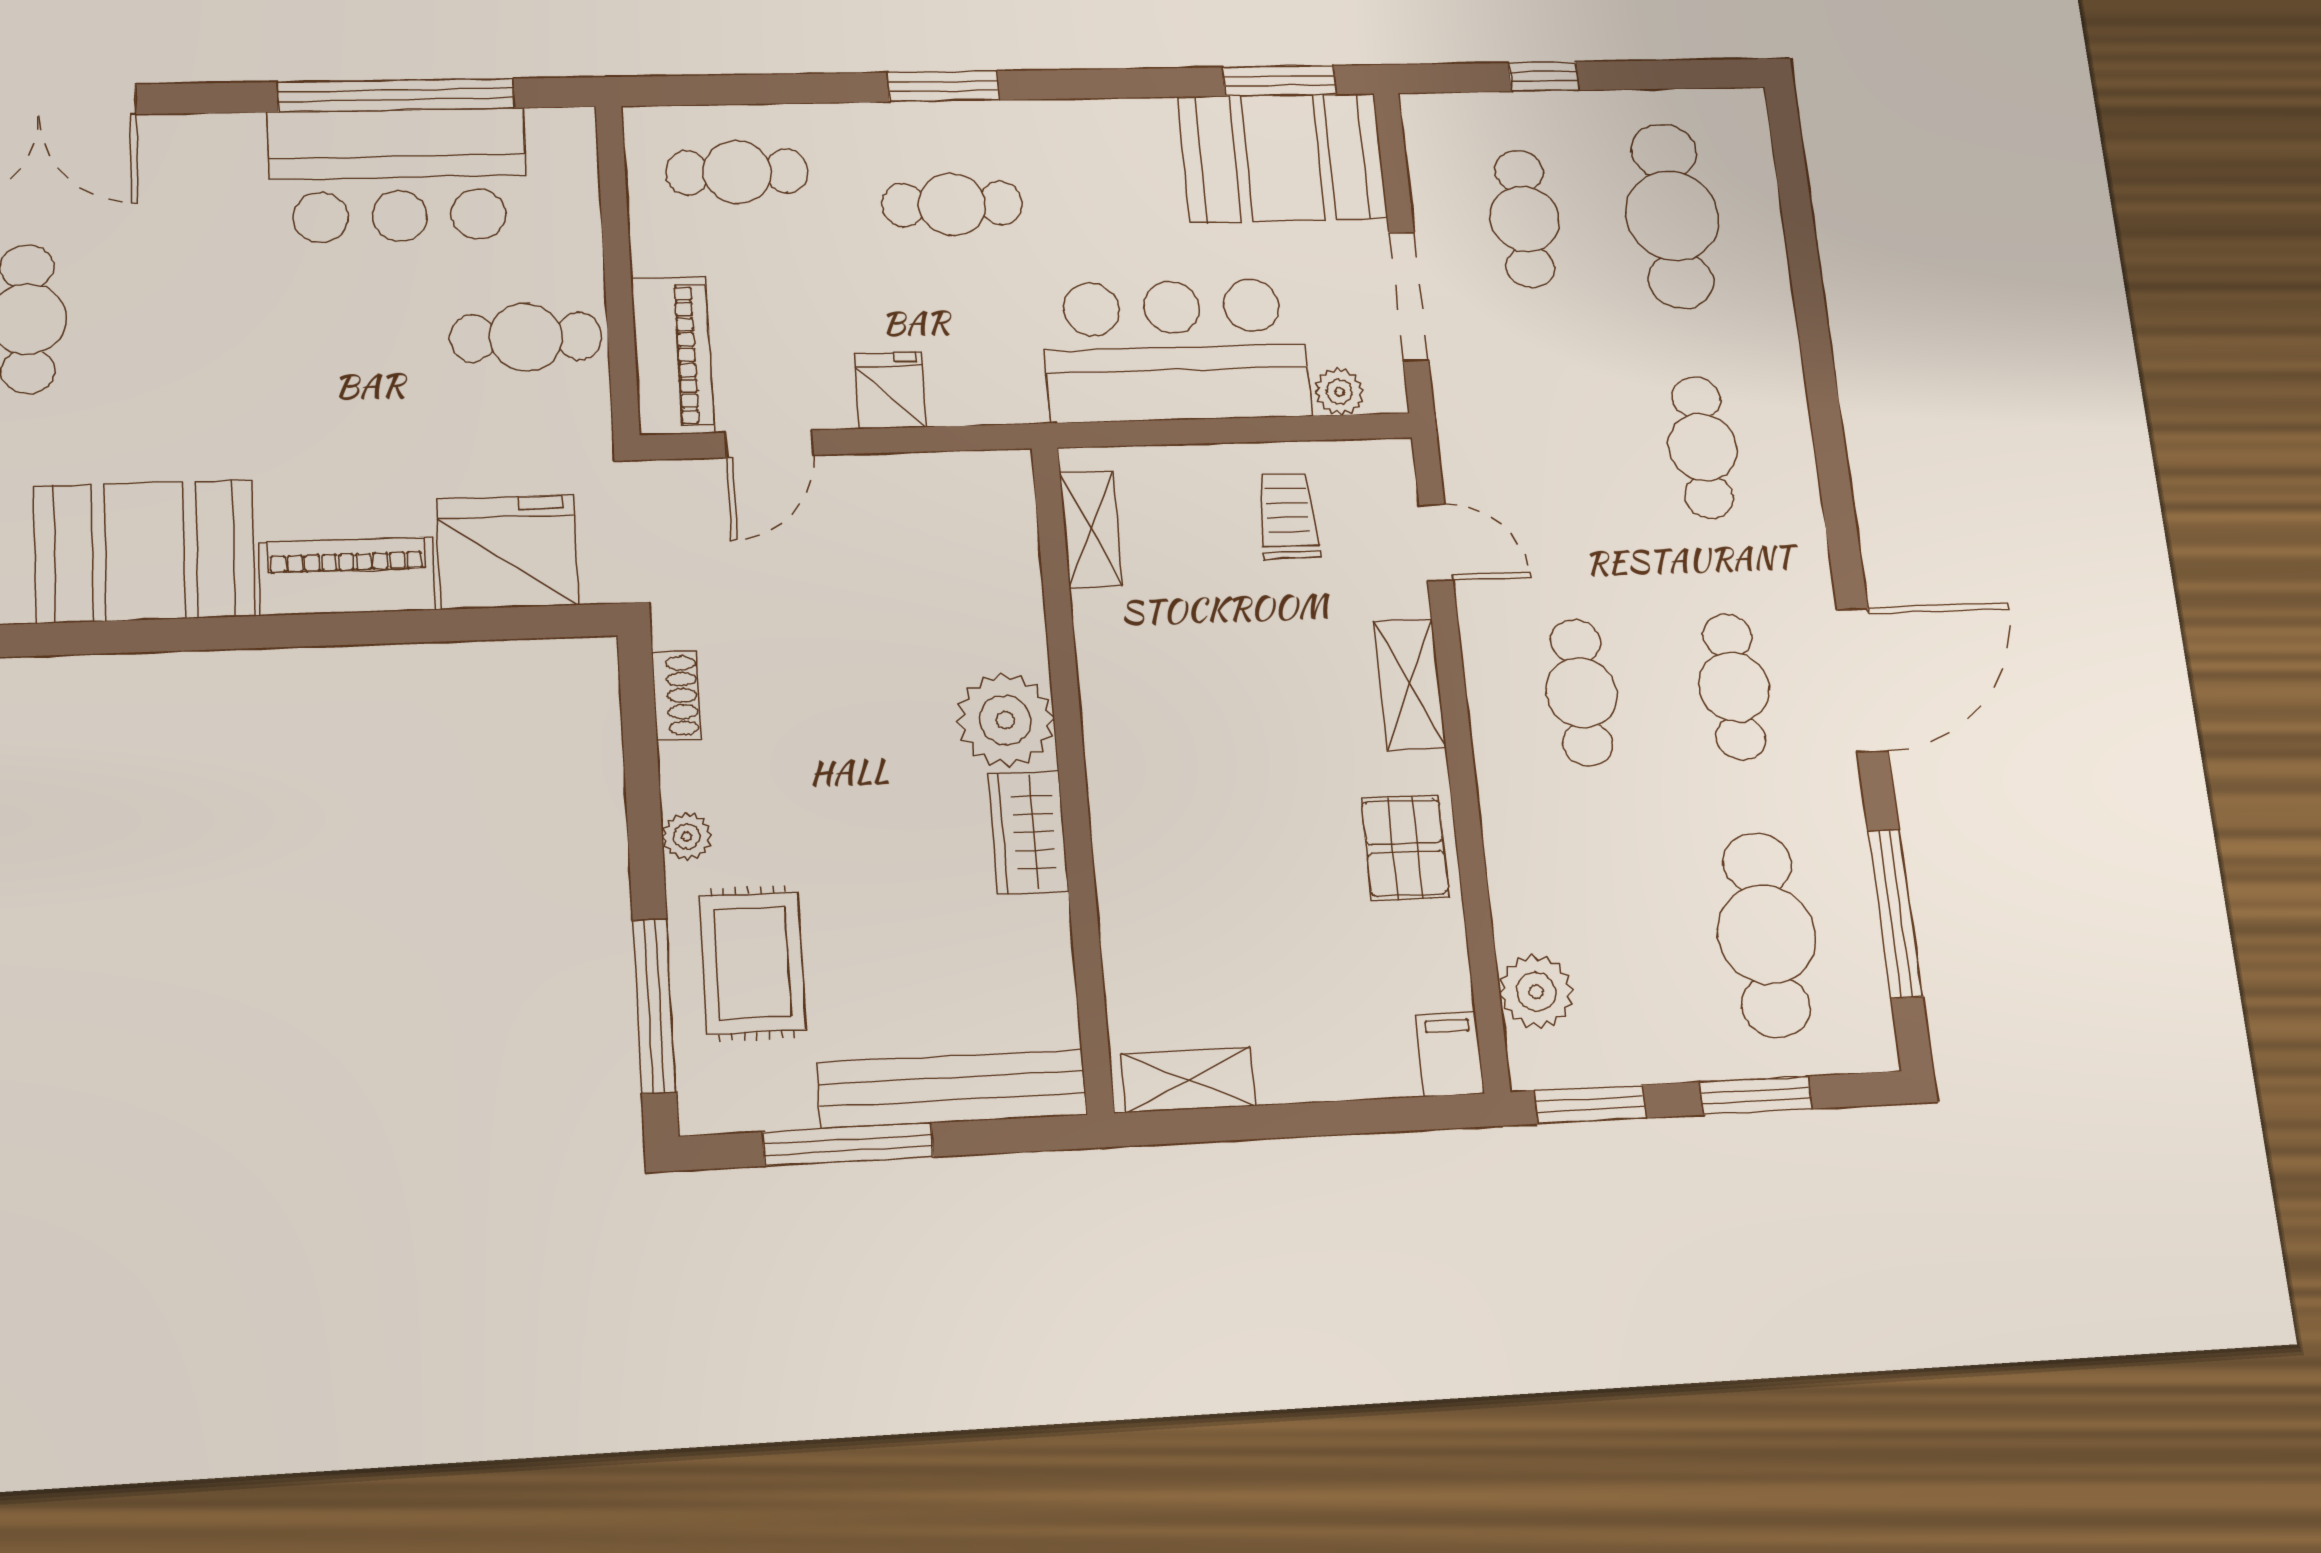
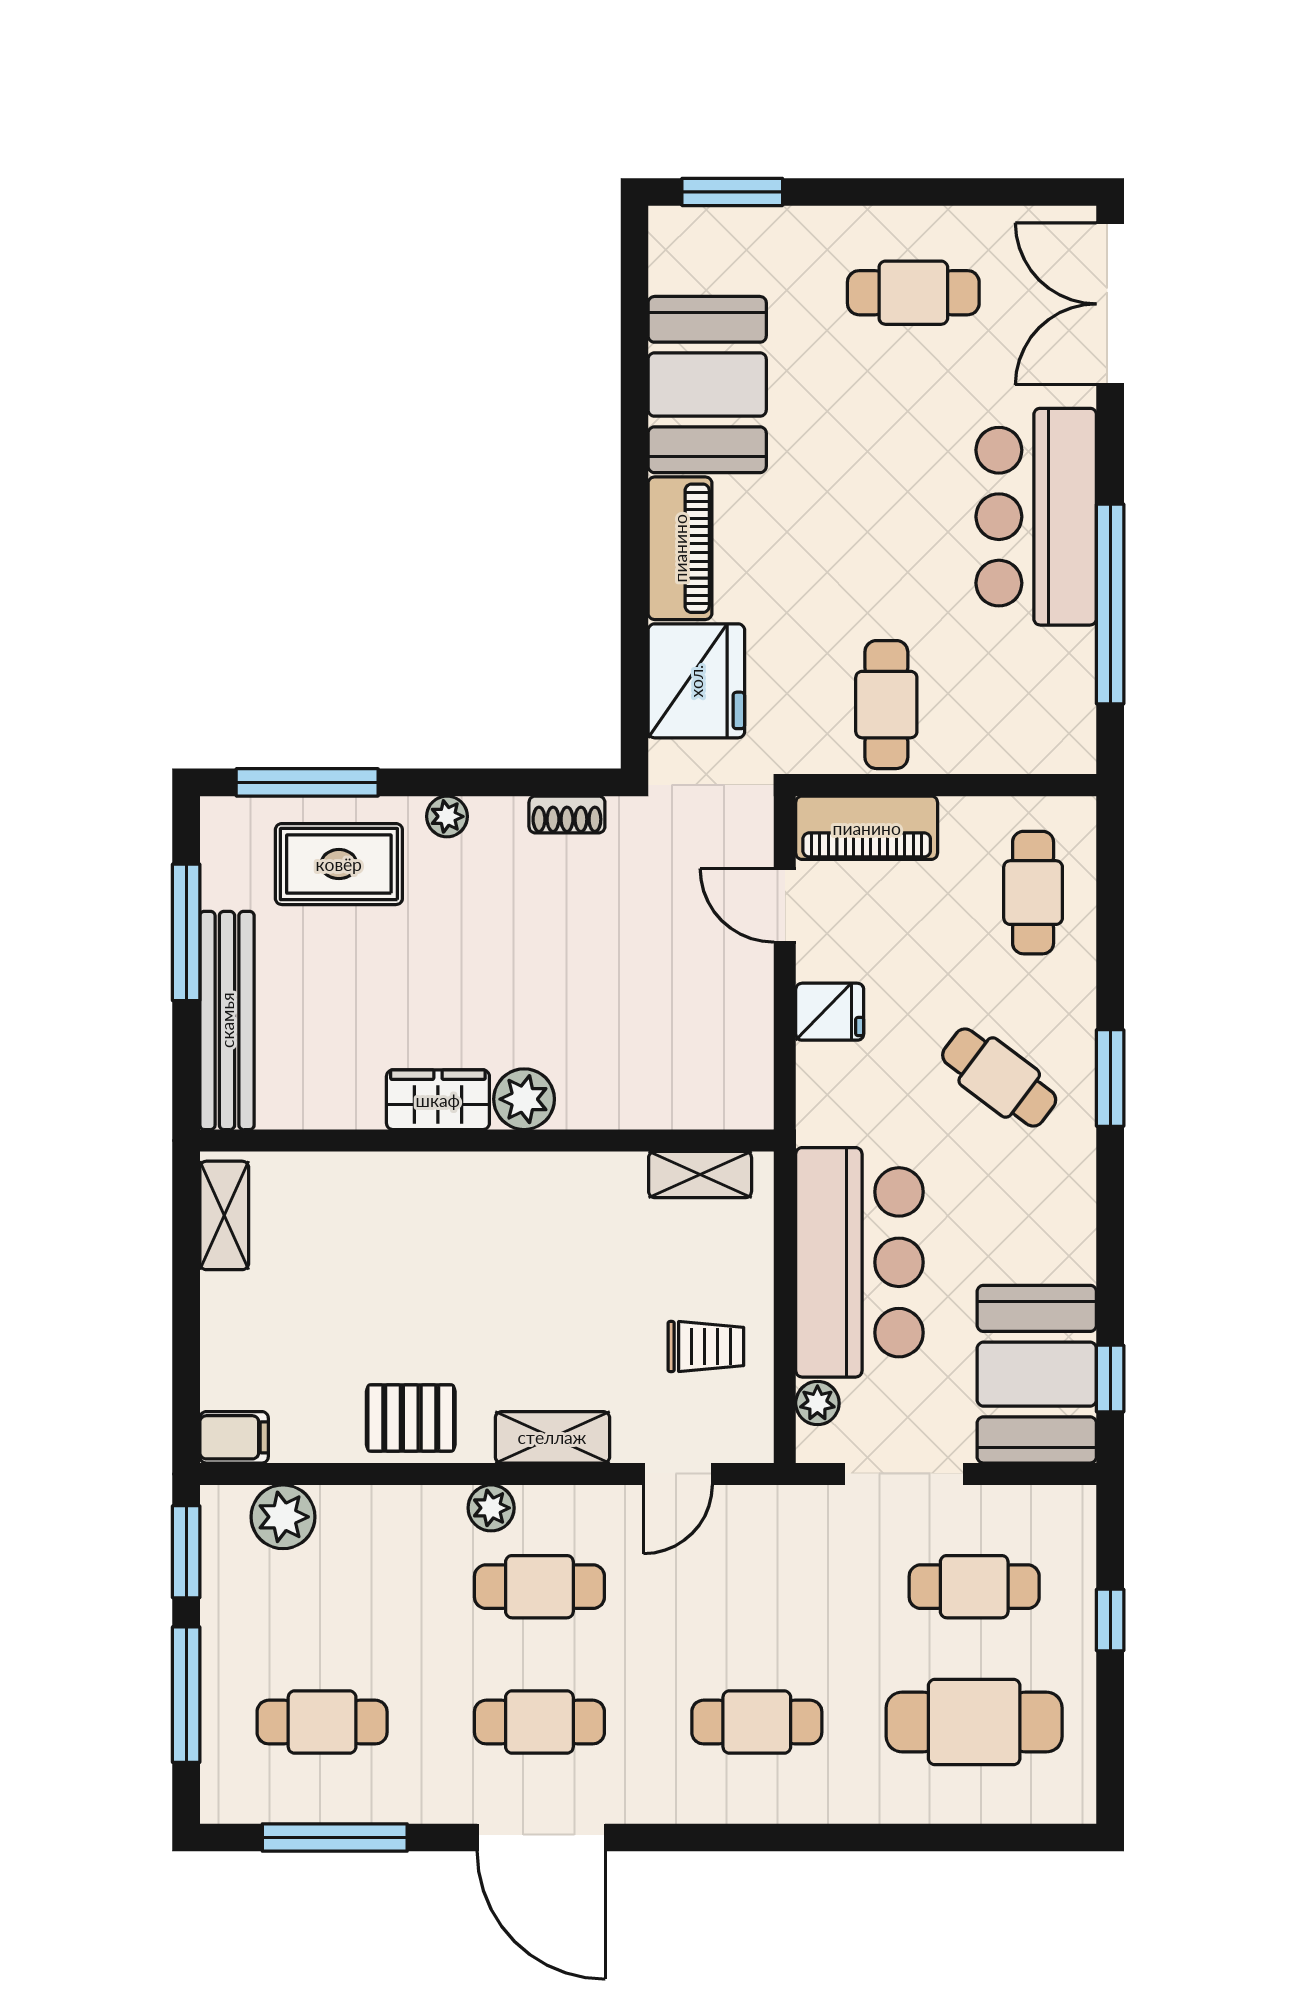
window: (1279, 81) -> (1110, 1379), width x0.67
bar counter: (398, 175) -> (1036, 517), moved
cafe table: (952, 204) -> (999, 1078), turned -53
plant: (1005, 720) -> (524, 1099), width x0.73, depth x0.73
plant: (1498, 751) -> (491, 1508), added
cafe table: (1767, 934) -> (322, 1722), width x0.73, depth x0.74
window: (1756, 1095) -> (186, 1695), width x1.44

